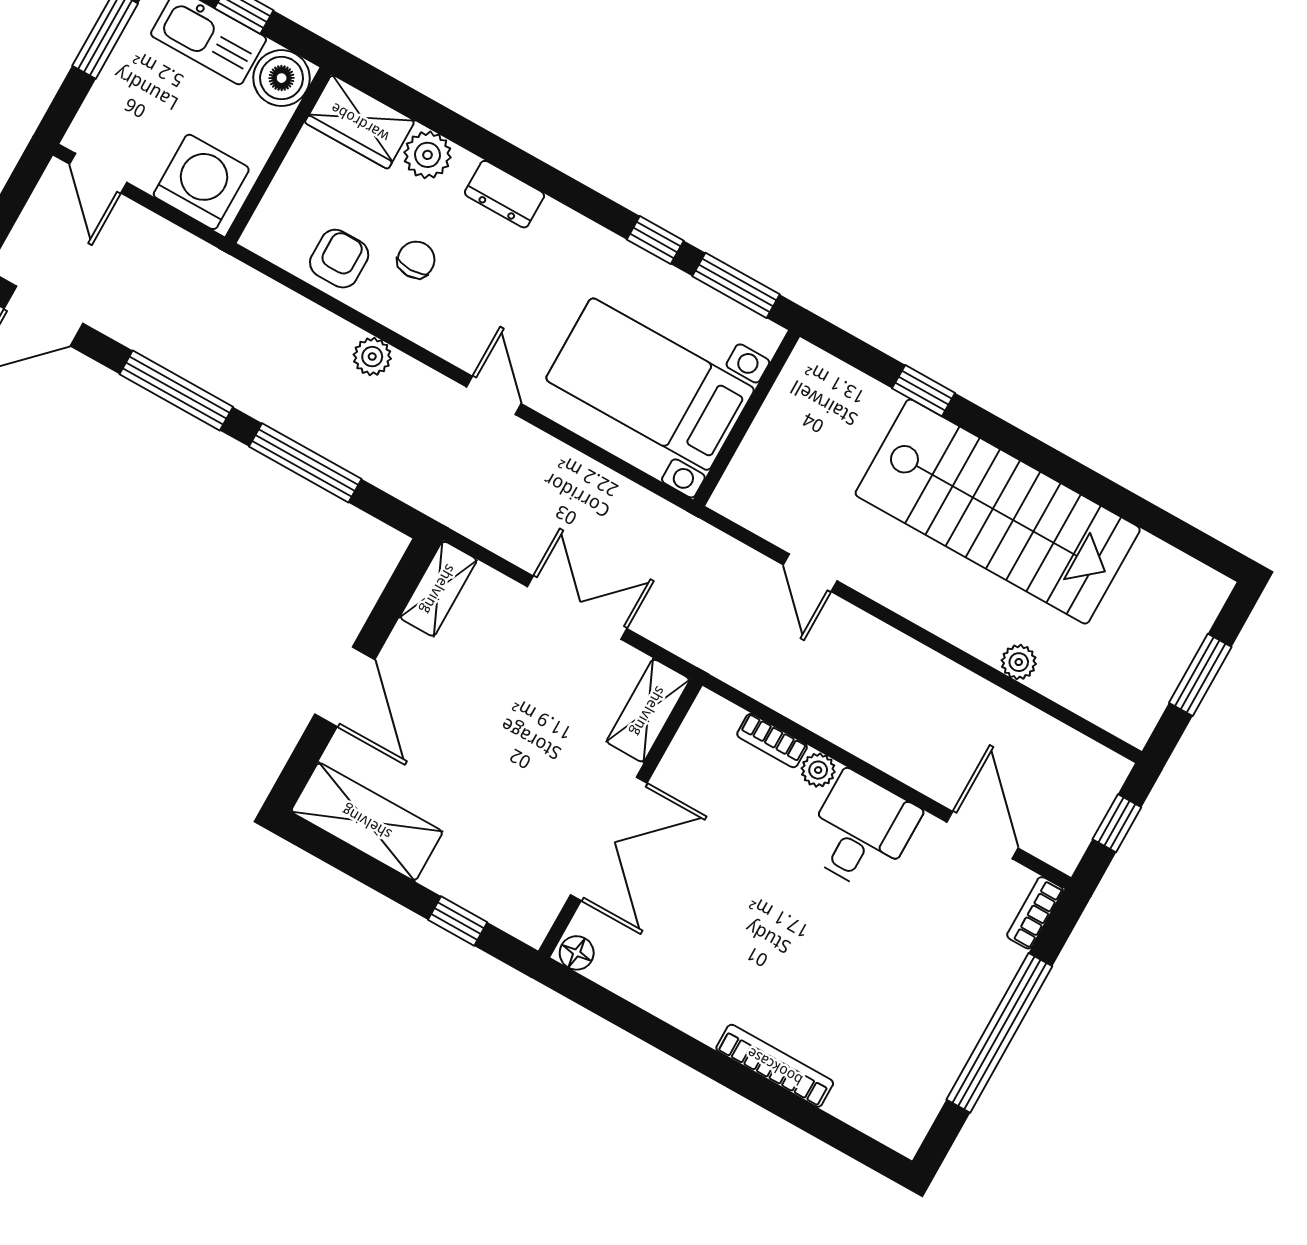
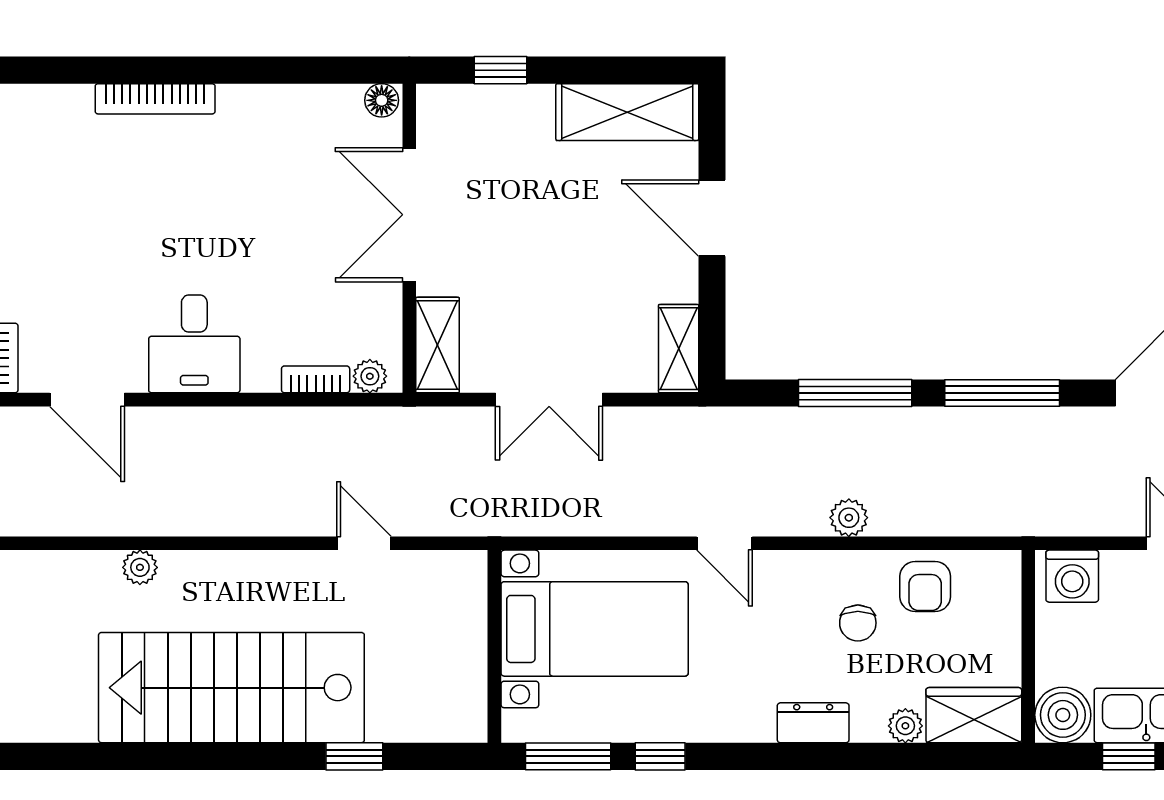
plant: (427, 155) -> (905, 726), width x0.73, depth x0.73
washing machine: (201, 182) -> (1072, 576), width x0.73, depth x0.73
plant: (818, 770) -> (370, 376), moved

